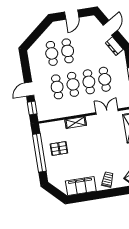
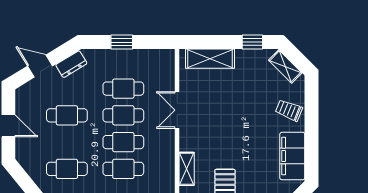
cafe table: (68, 51) -> (67, 115), moved
double door: (107, 112) -> (177, 110), moved
shelving: (76, 122) -> (187, 169), moved

